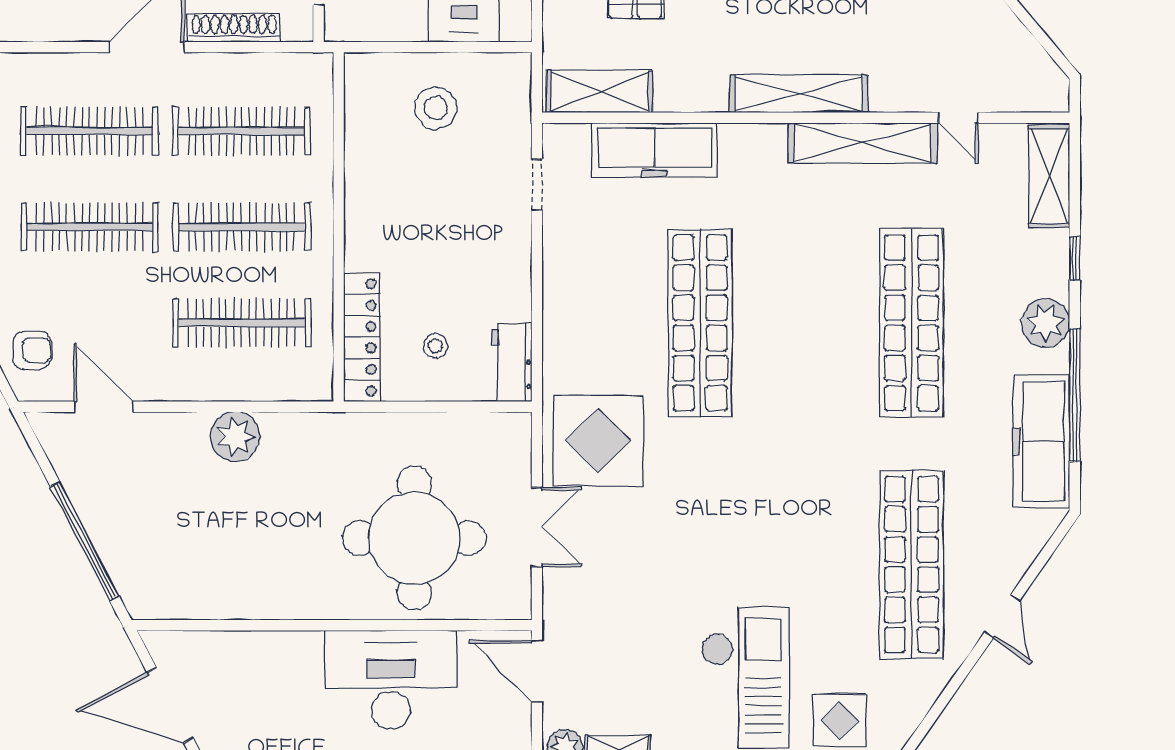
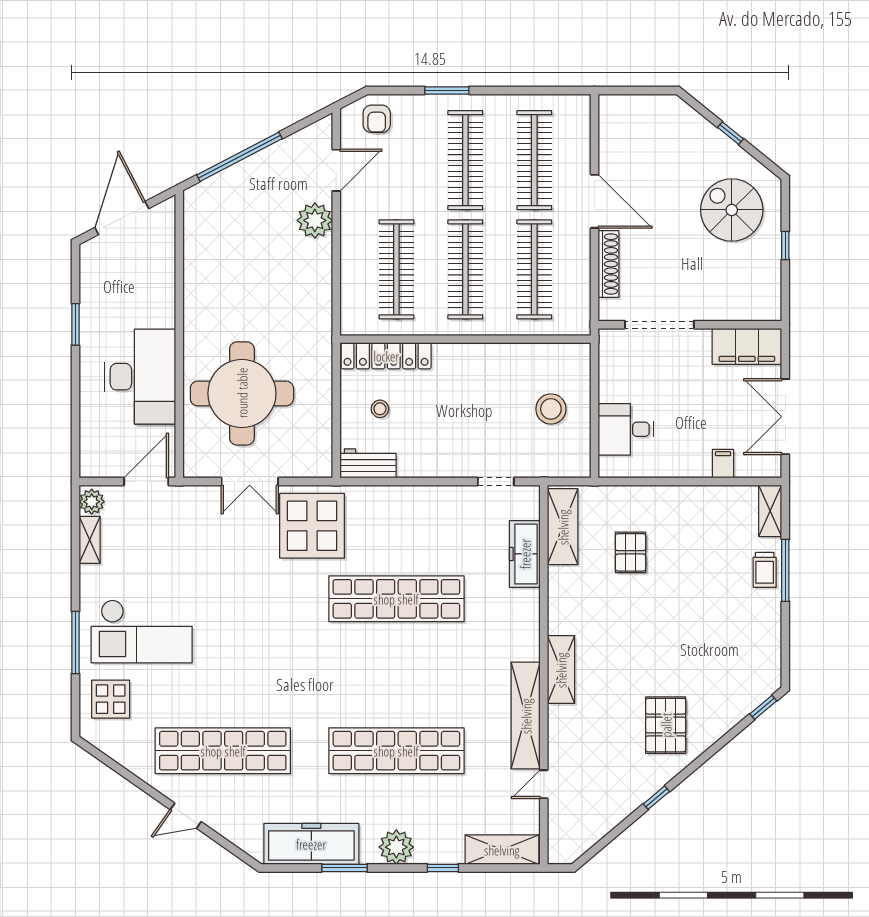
shelving: (799, 94) -> (561, 670), width x0.68
freezer: (655, 150) -> (525, 554), width x0.73, depth x0.79
window: (1075, 395) -> (344, 868), width x0.47
plant: (235, 437) -> (315, 220), moved

